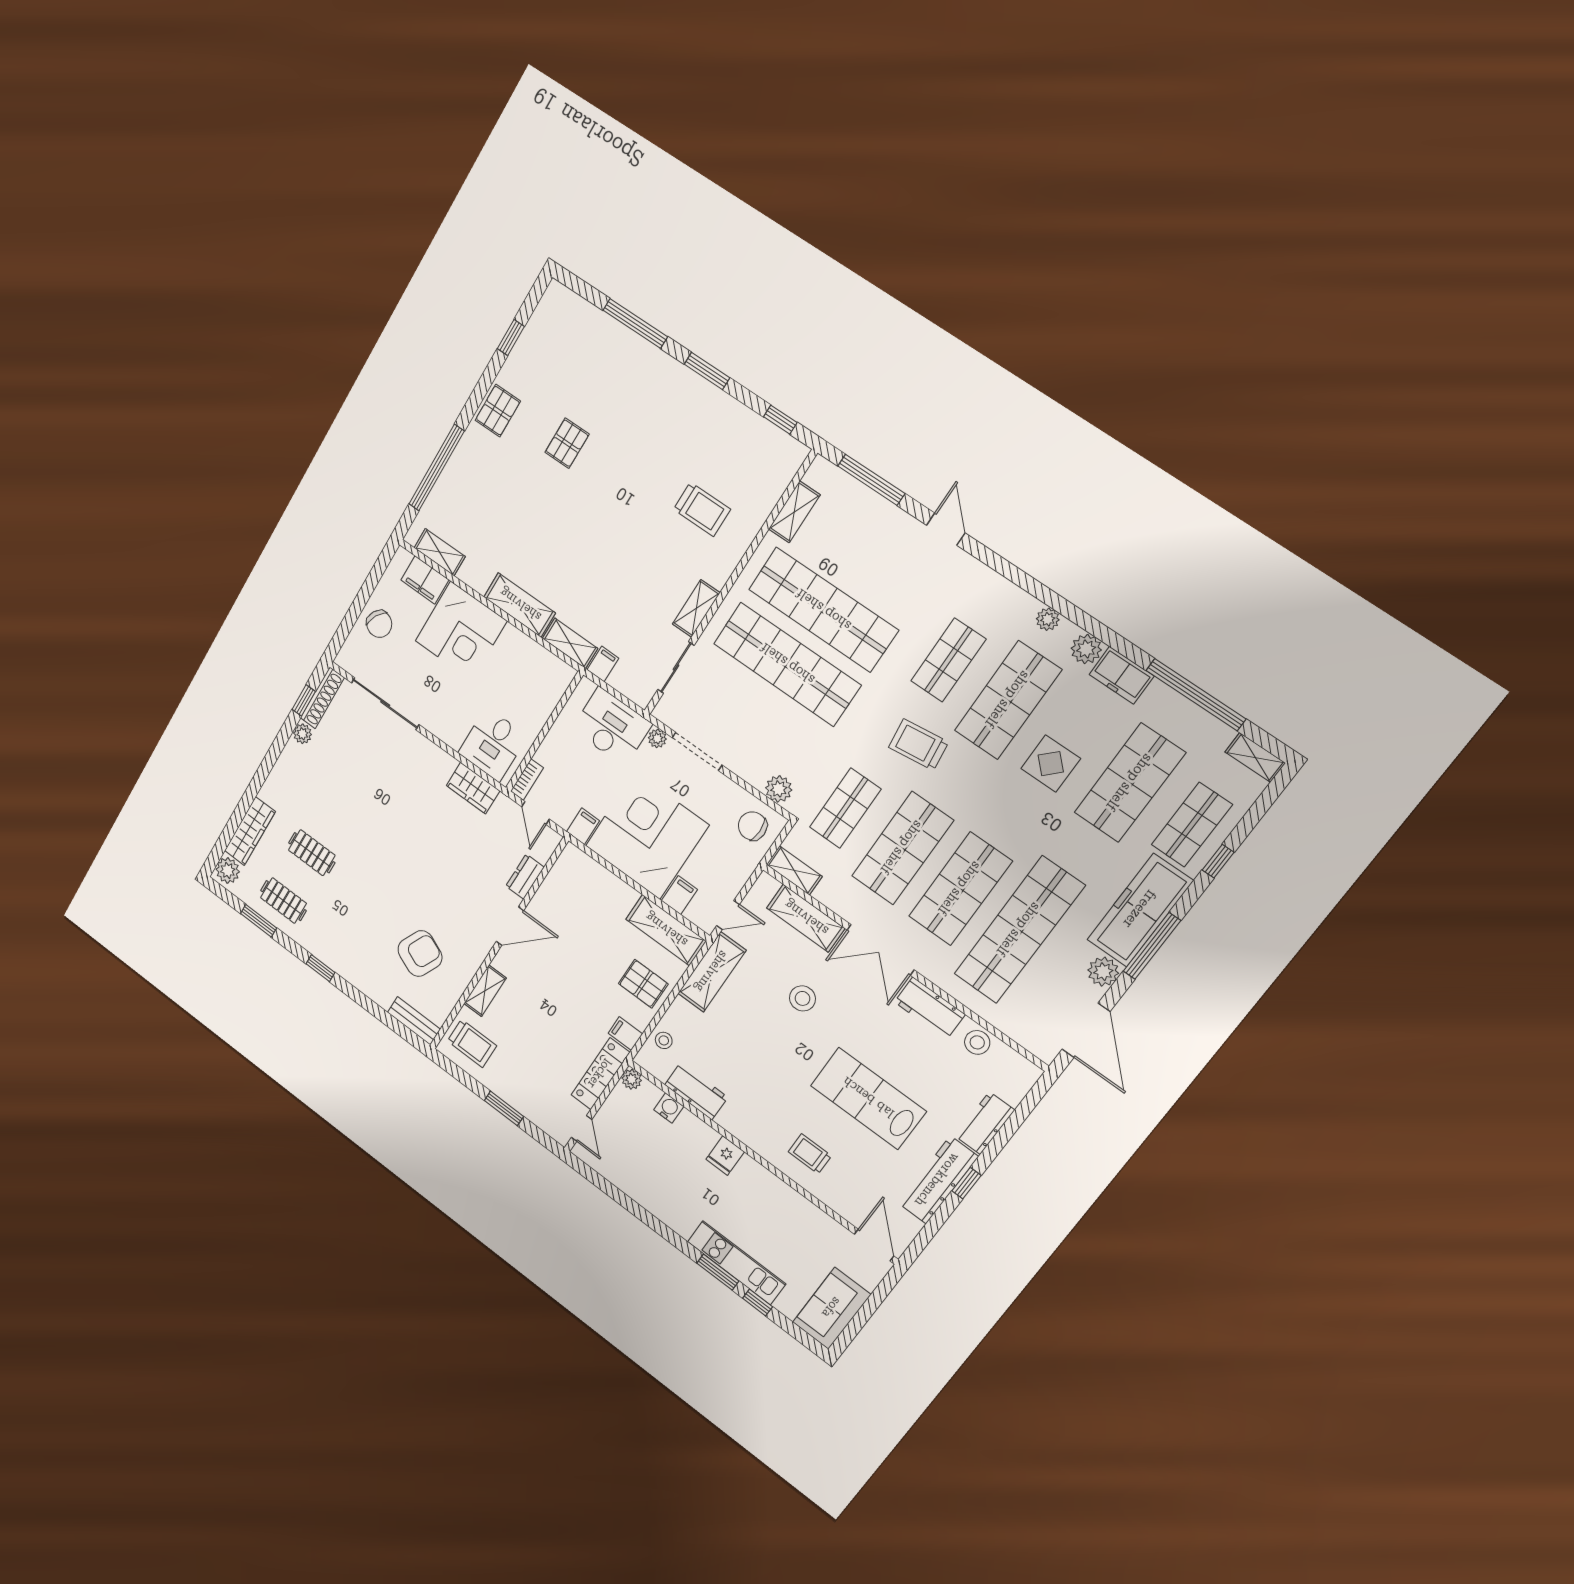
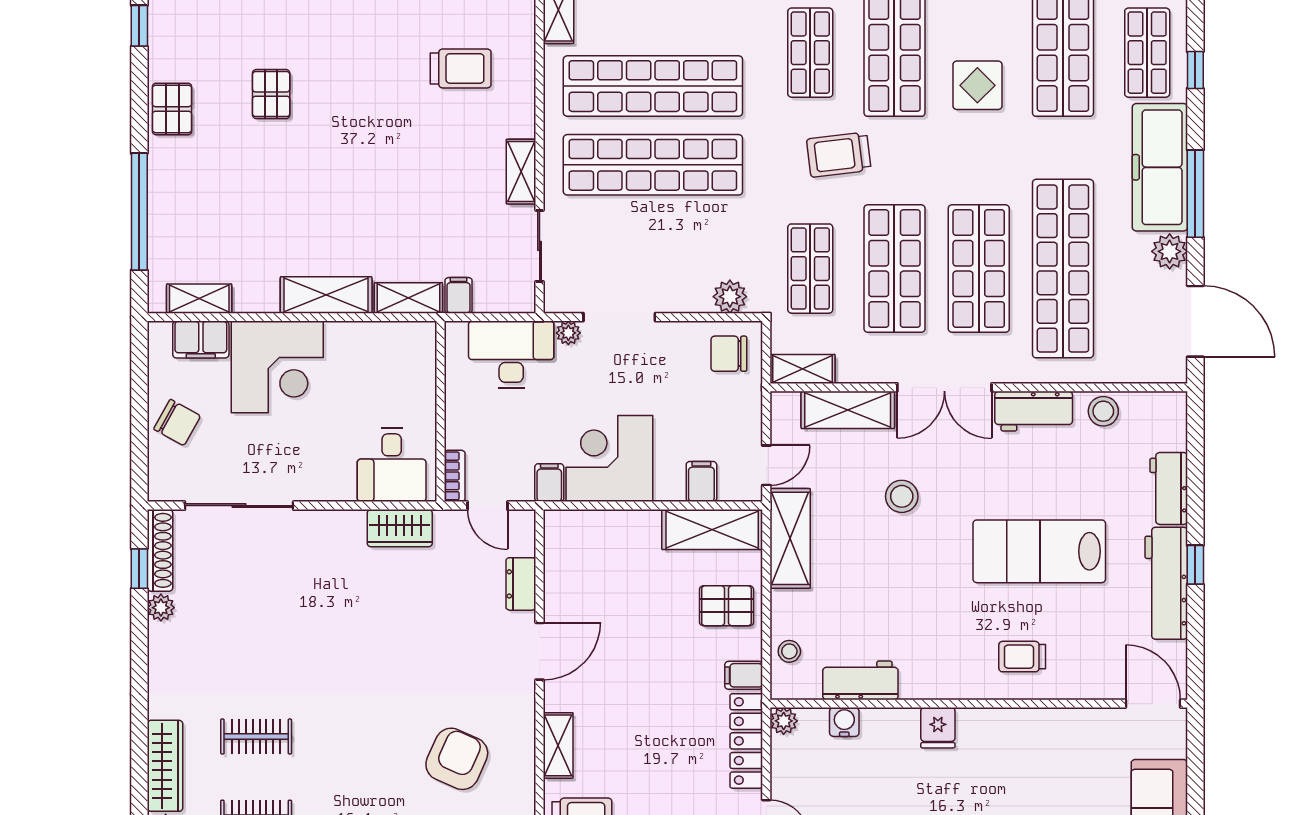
corner desk: (647, 835) -> (609, 459), width x0.74, depth x0.74

